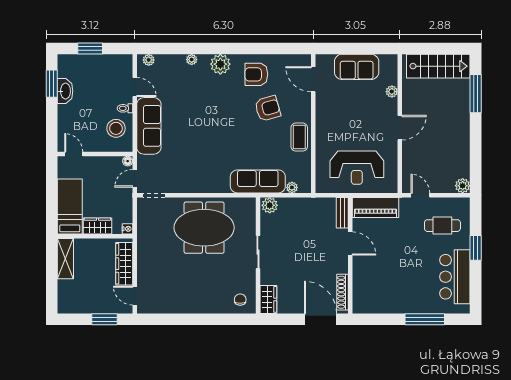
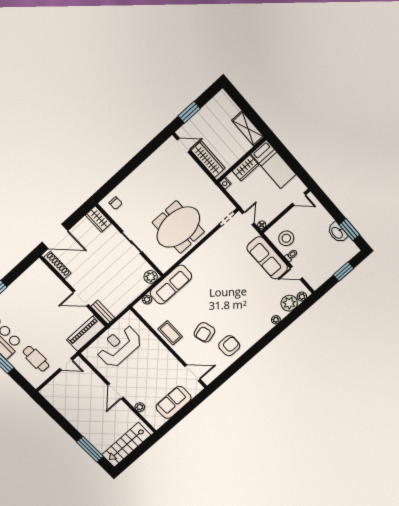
plant: (220, 64) -> (289, 303), moved
plant: (463, 186) -> (47, 392), removed
cafe table: (442, 226) -> (36, 359), turned 90

